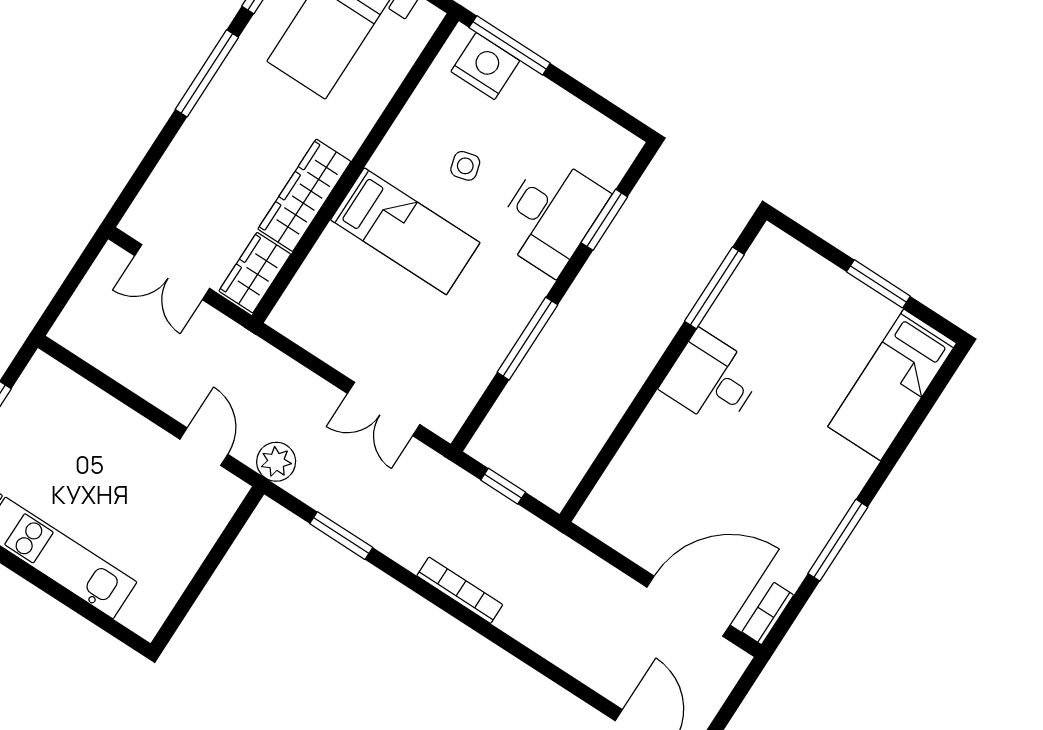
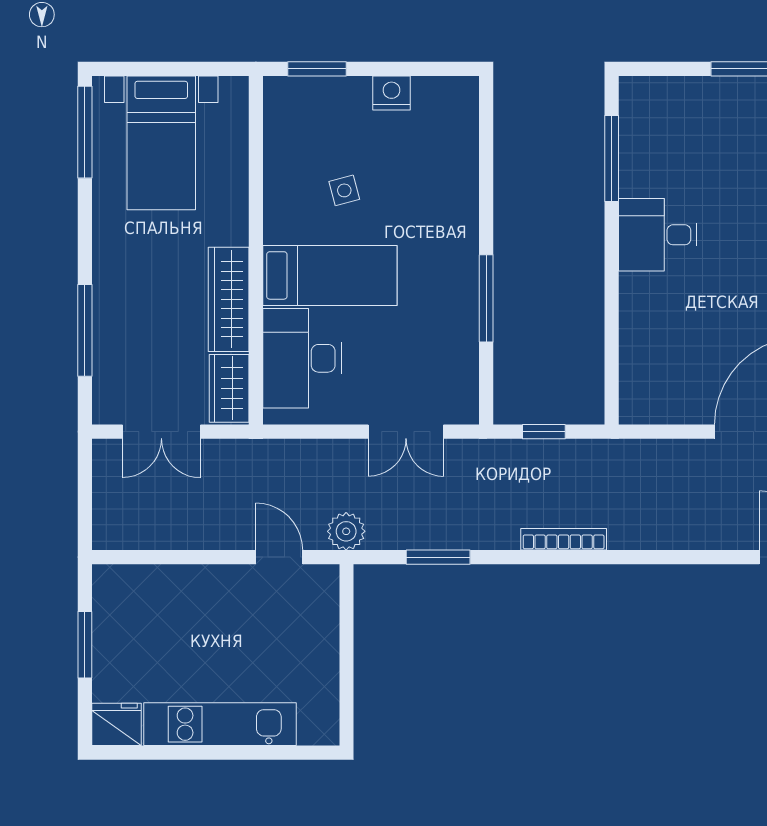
window: (510, 45) -> (317, 69), width x0.69
nightstand: (485, 66) -> (391, 93), moved, width x0.74, depth x0.75
window: (207, 73) -> (85, 330), moved
desk: (551, 215) -> (302, 358), moved, turned 180
window: (604, 220) -> (486, 161), removed

